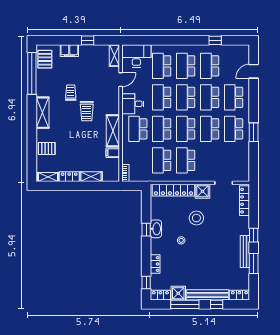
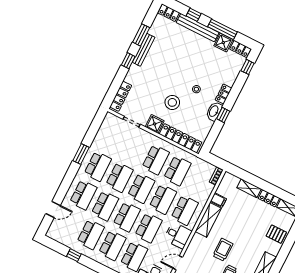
locker: (155, 264) -> (224, 94), moved

